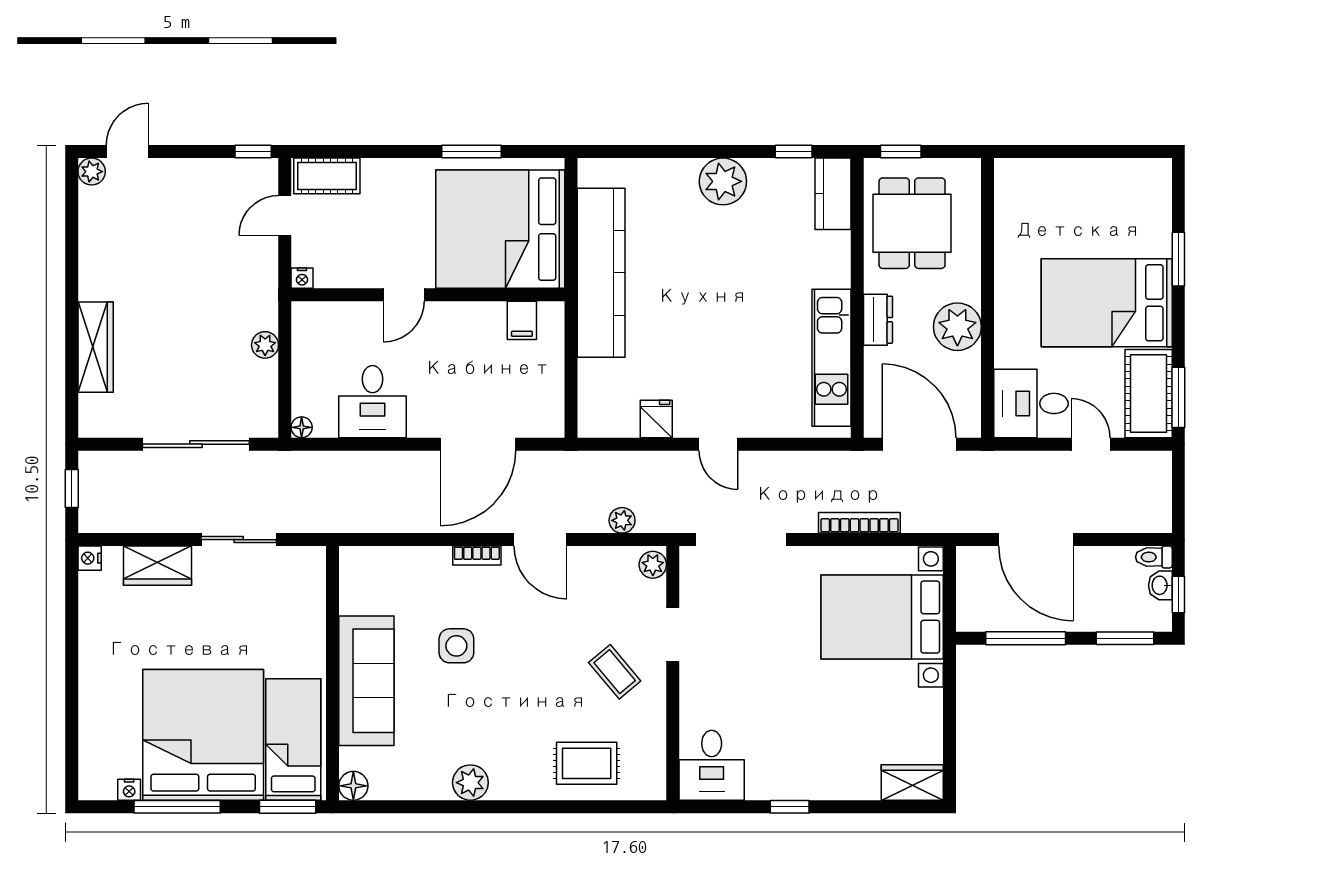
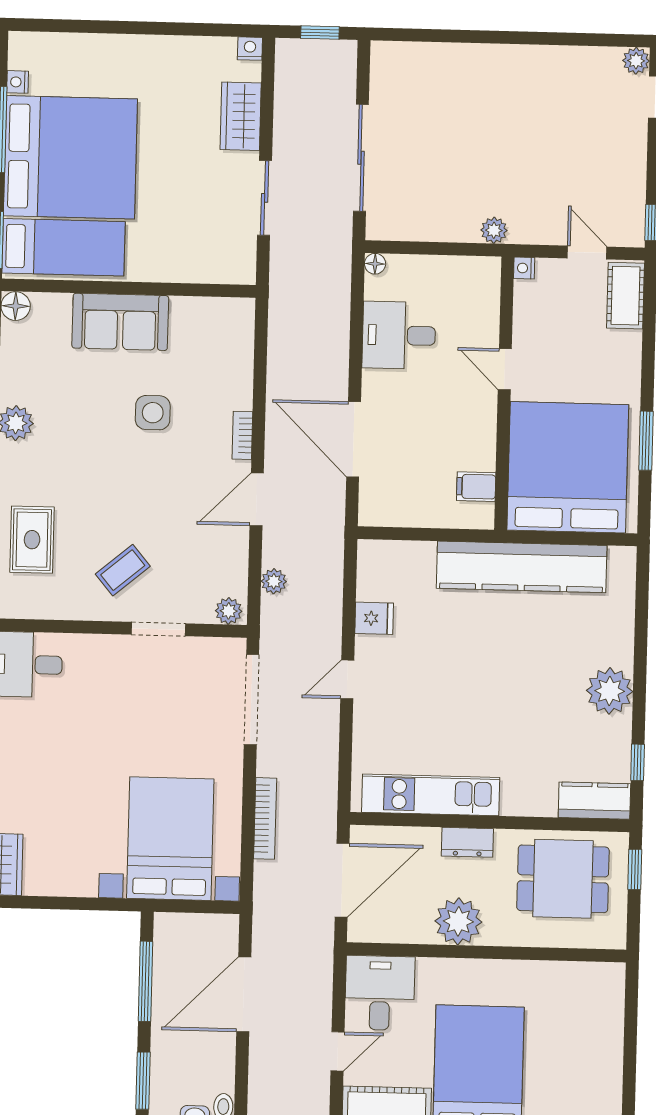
plant: (265, 345) -> (494, 230), moved
wardrobe: (96, 347) -> (461, 60), removed
sofa: (366, 681) -> (120, 322), width x0.73

